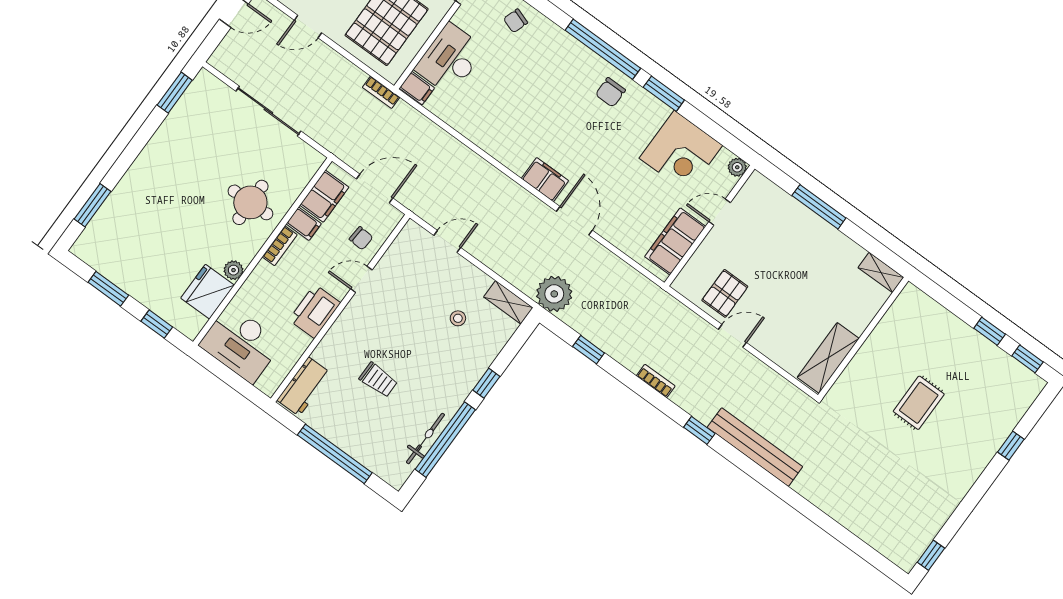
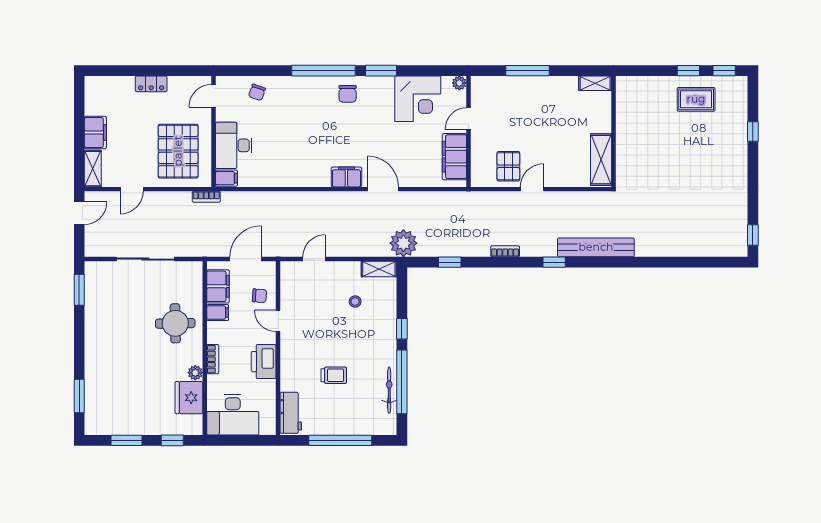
bookcase: (280, 246) -> (213, 359), moved
door: (361, 279) -> (278, 321), hinge flipped
rug: (919, 403) -> (696, 99), moved, turned 90

